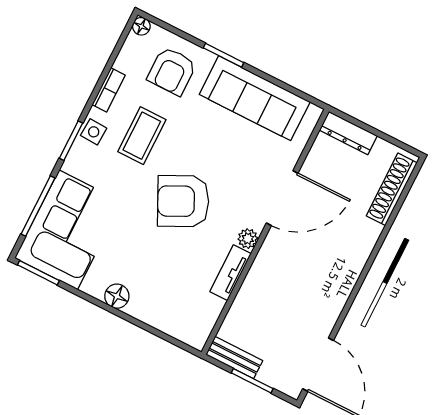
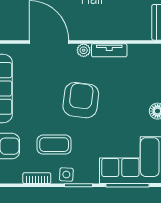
armchair: (183, 201) -> (81, 100), turned -147

